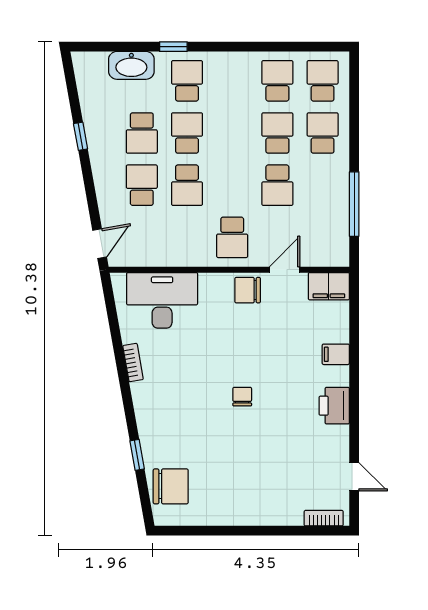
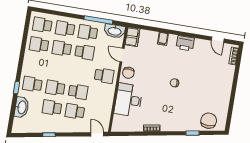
school desk: (142, 133) -> (52, 108), turned 180
school desk: (323, 185) -> (88, 32), added
washbasin: (336, 244) -> (115, 31), added
desk: (162, 300) -> (128, 100), moved
door: (354, 477) -> (218, 40), swing flipped

